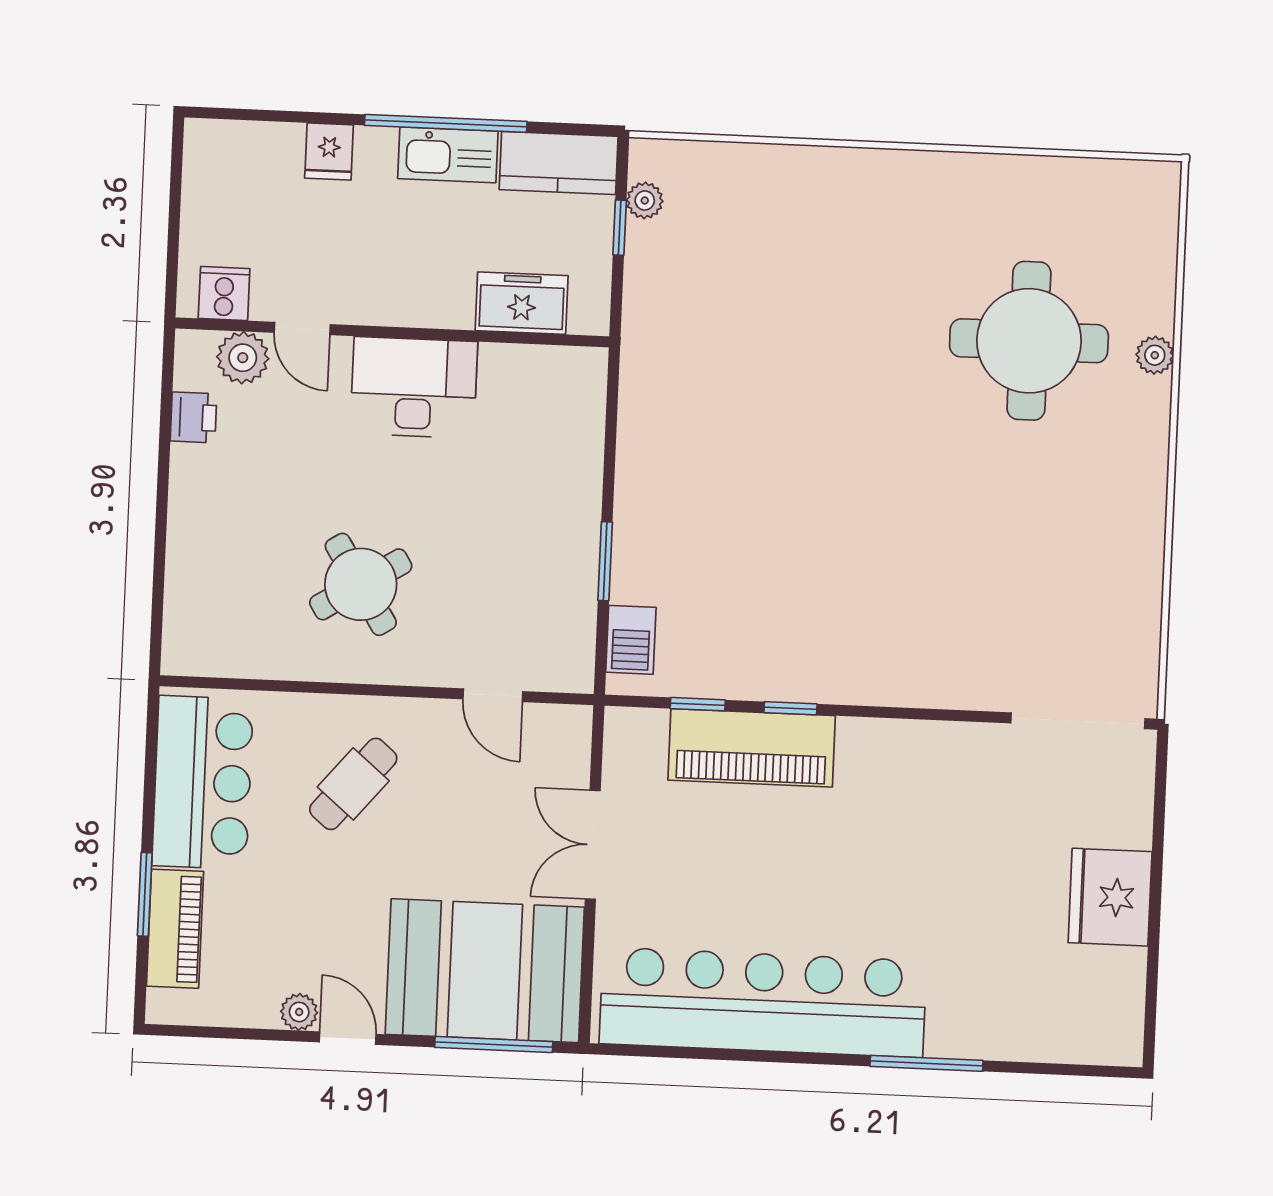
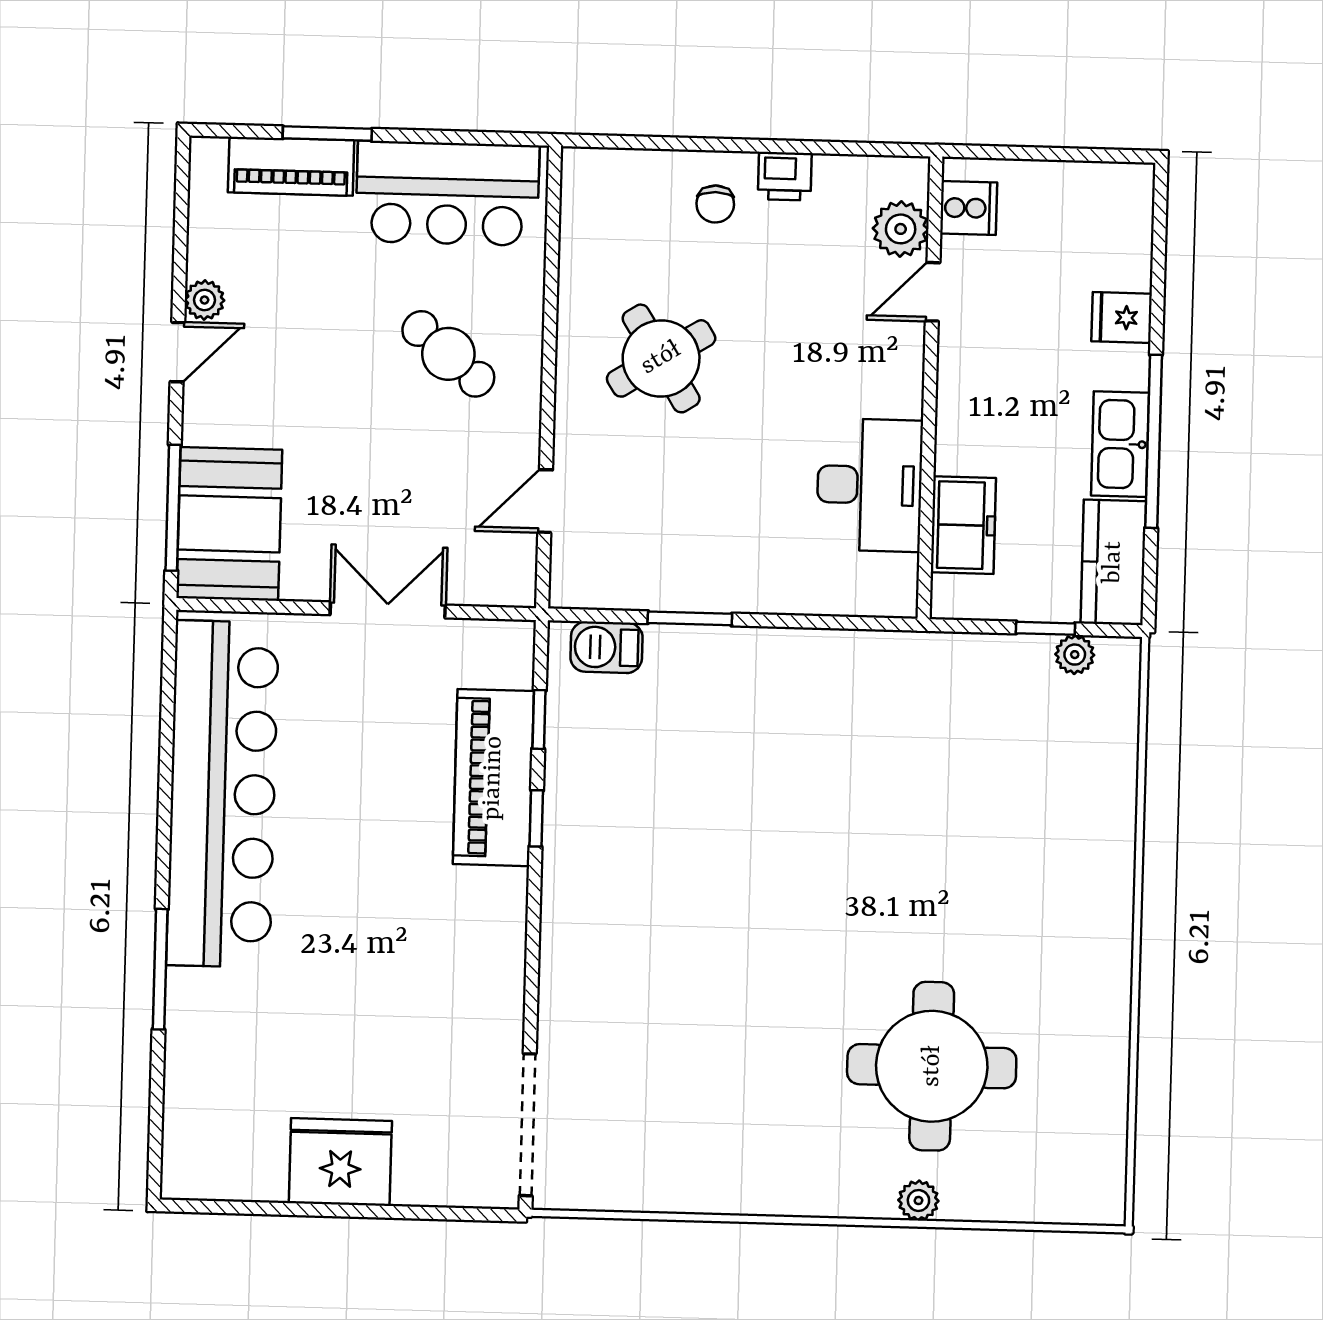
desk: (414, 388) -> (870, 485), moved
printer: (194, 417) -> (785, 176), moved
chair: (217, 531) -> (715, 204), added
booth: (485, 971) -> (229, 524), width x0.73, depth x0.70

